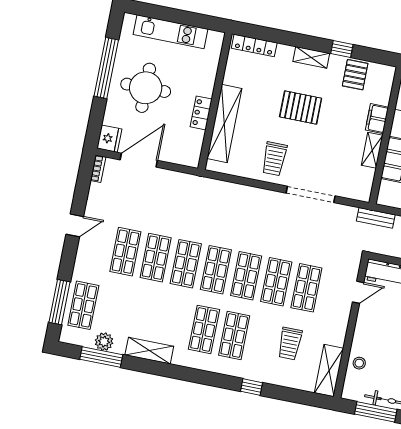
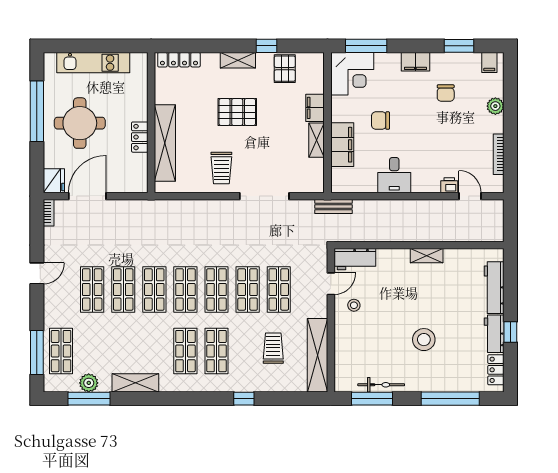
trolley: (290, 344) -> (273, 348), turned 180
stool: (359, 363) -> (354, 305), moved
shelving: (329, 371) -> (317, 355), width x1.47

